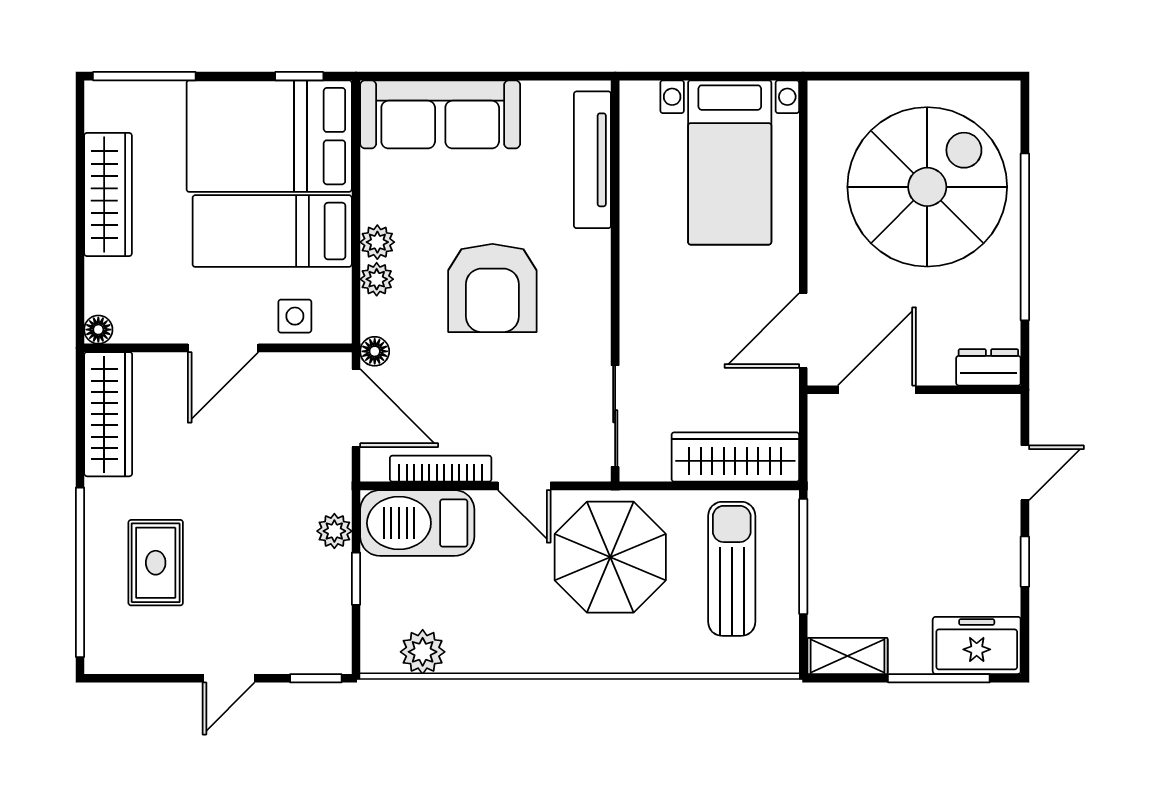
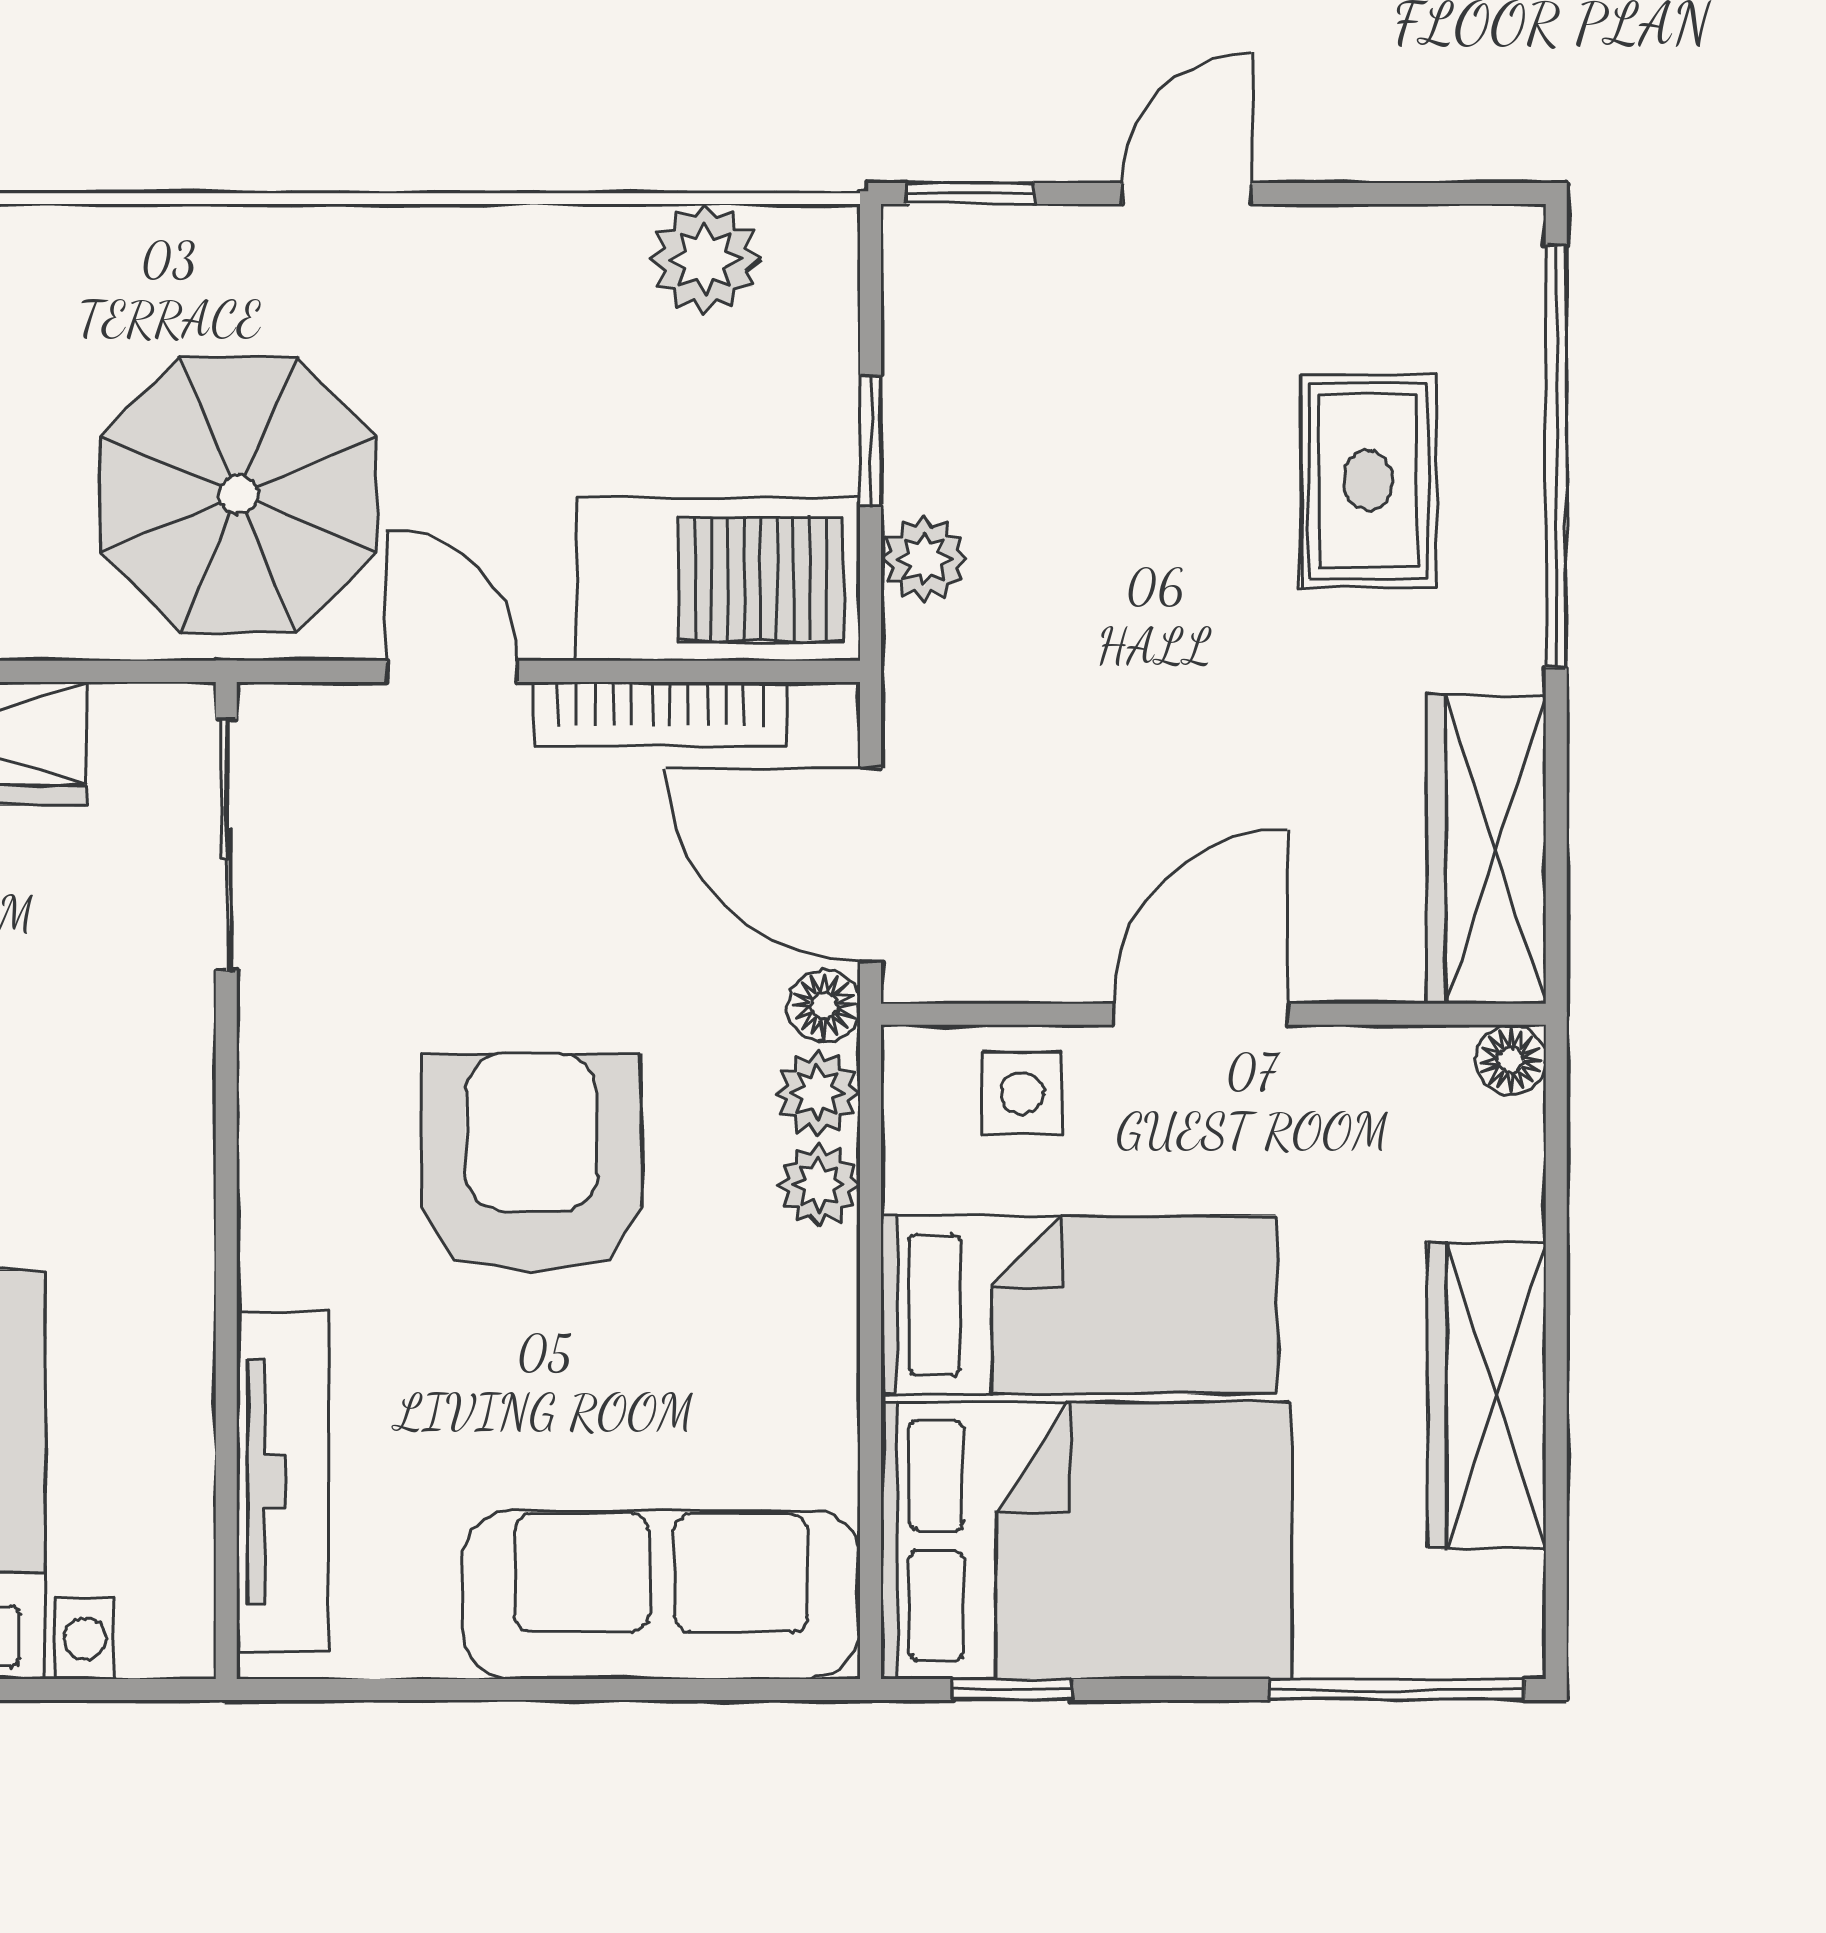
plant: (377, 242) -> (817, 1093), moved

